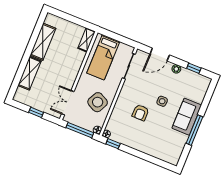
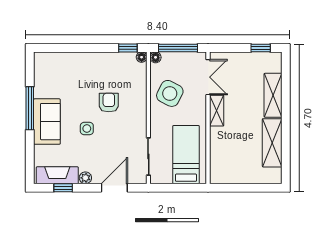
shelving: (87, 40) -> (217, 111), moved
fireplace: (194, 78) -> (57, 175), added
window: (36, 112) -> (261, 48), moved

